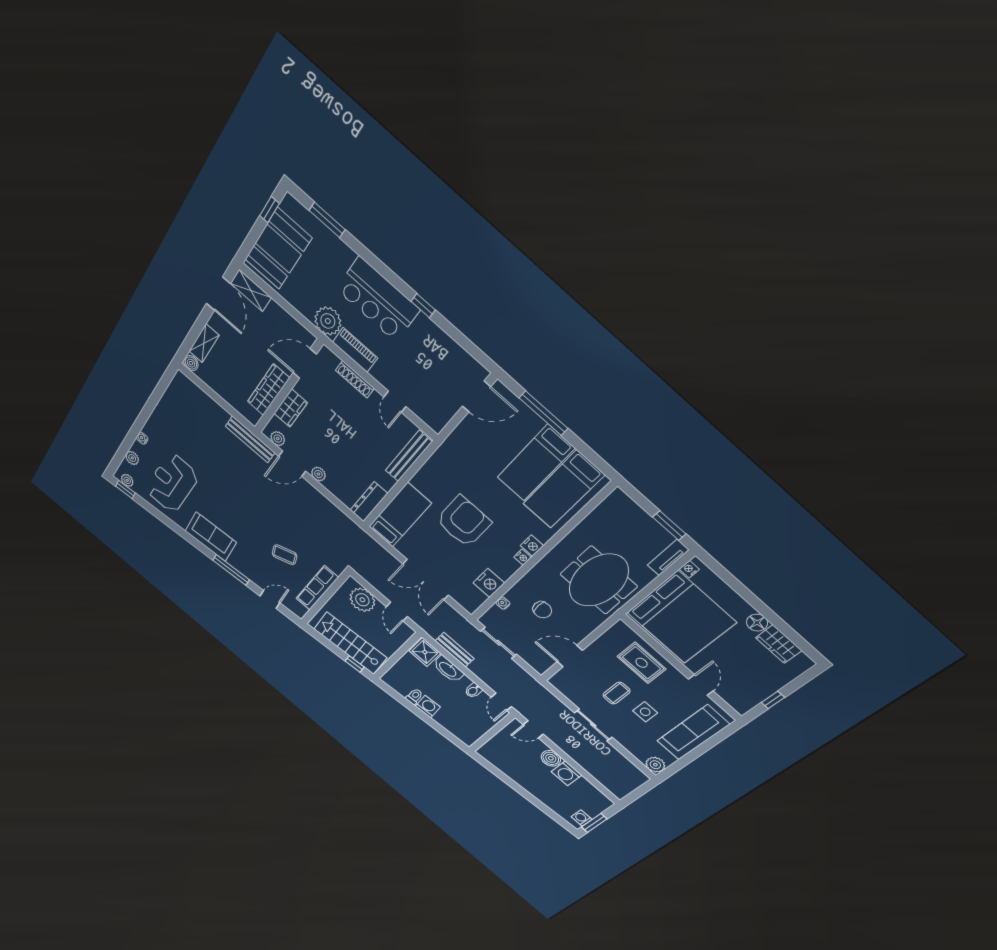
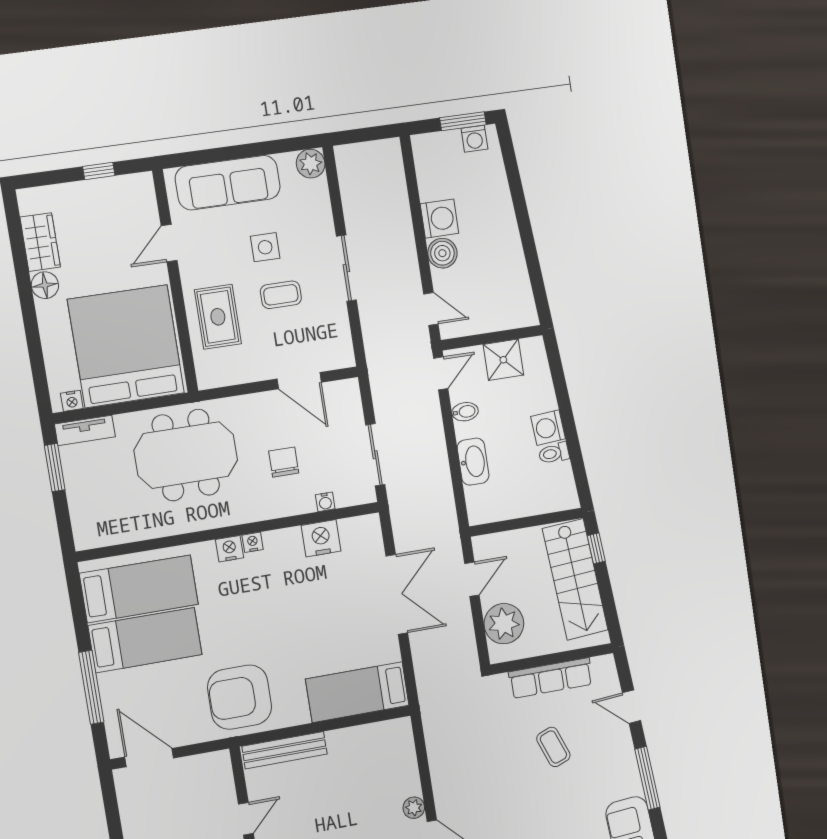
dresser: (369, 502) -> (381, 734), removed
armchair: (463, 522) -> (240, 697), moved
bench: (455, 650) -> (441, 482), removed
shower: (425, 652) -> (503, 360), moved

